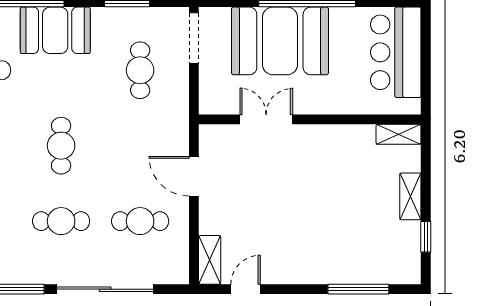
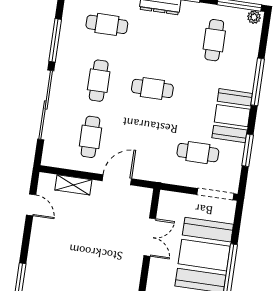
booth: (55, 30) -> (232, 116), moved
shelving: (210, 260) -> (73, 185), moved

